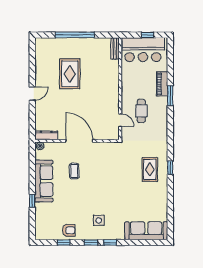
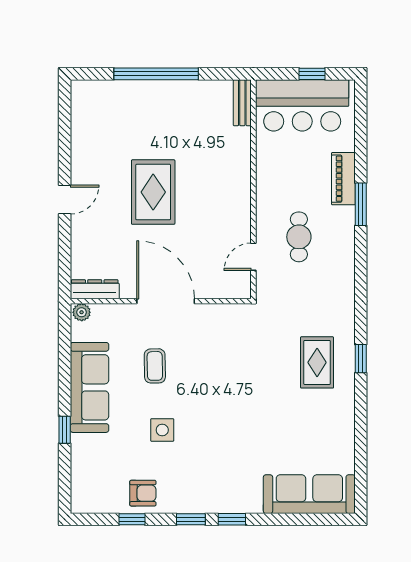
rug: (70, 74) -> (153, 192), moved
door: (120, 120) -> (253, 257), swing flipped
side table: (99, 220) -> (162, 430), moved

